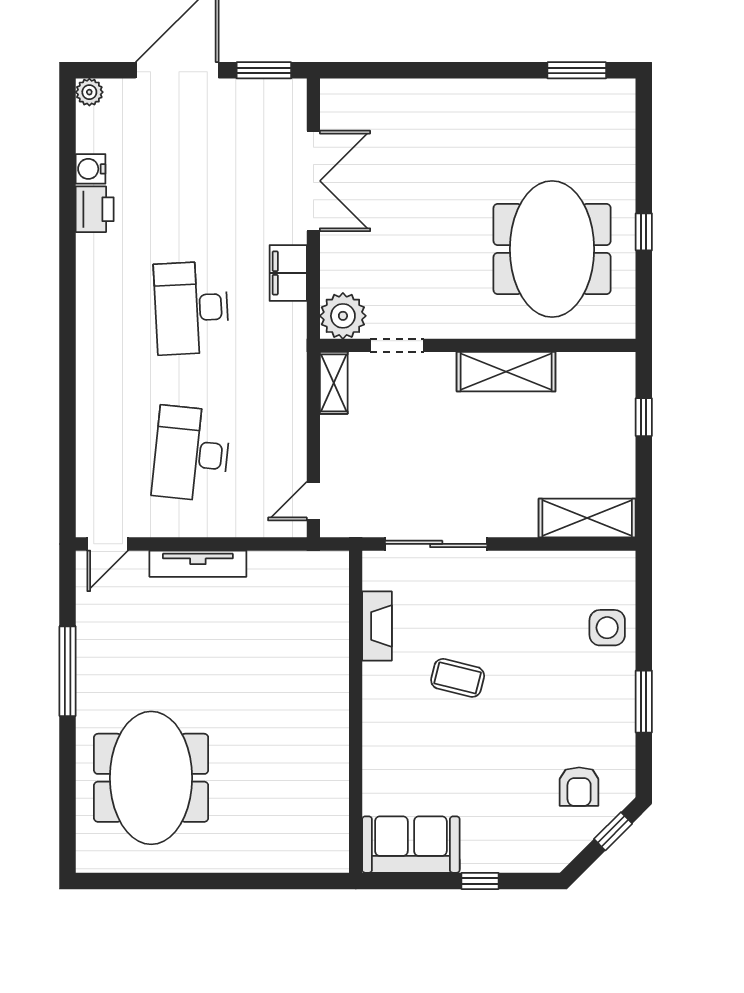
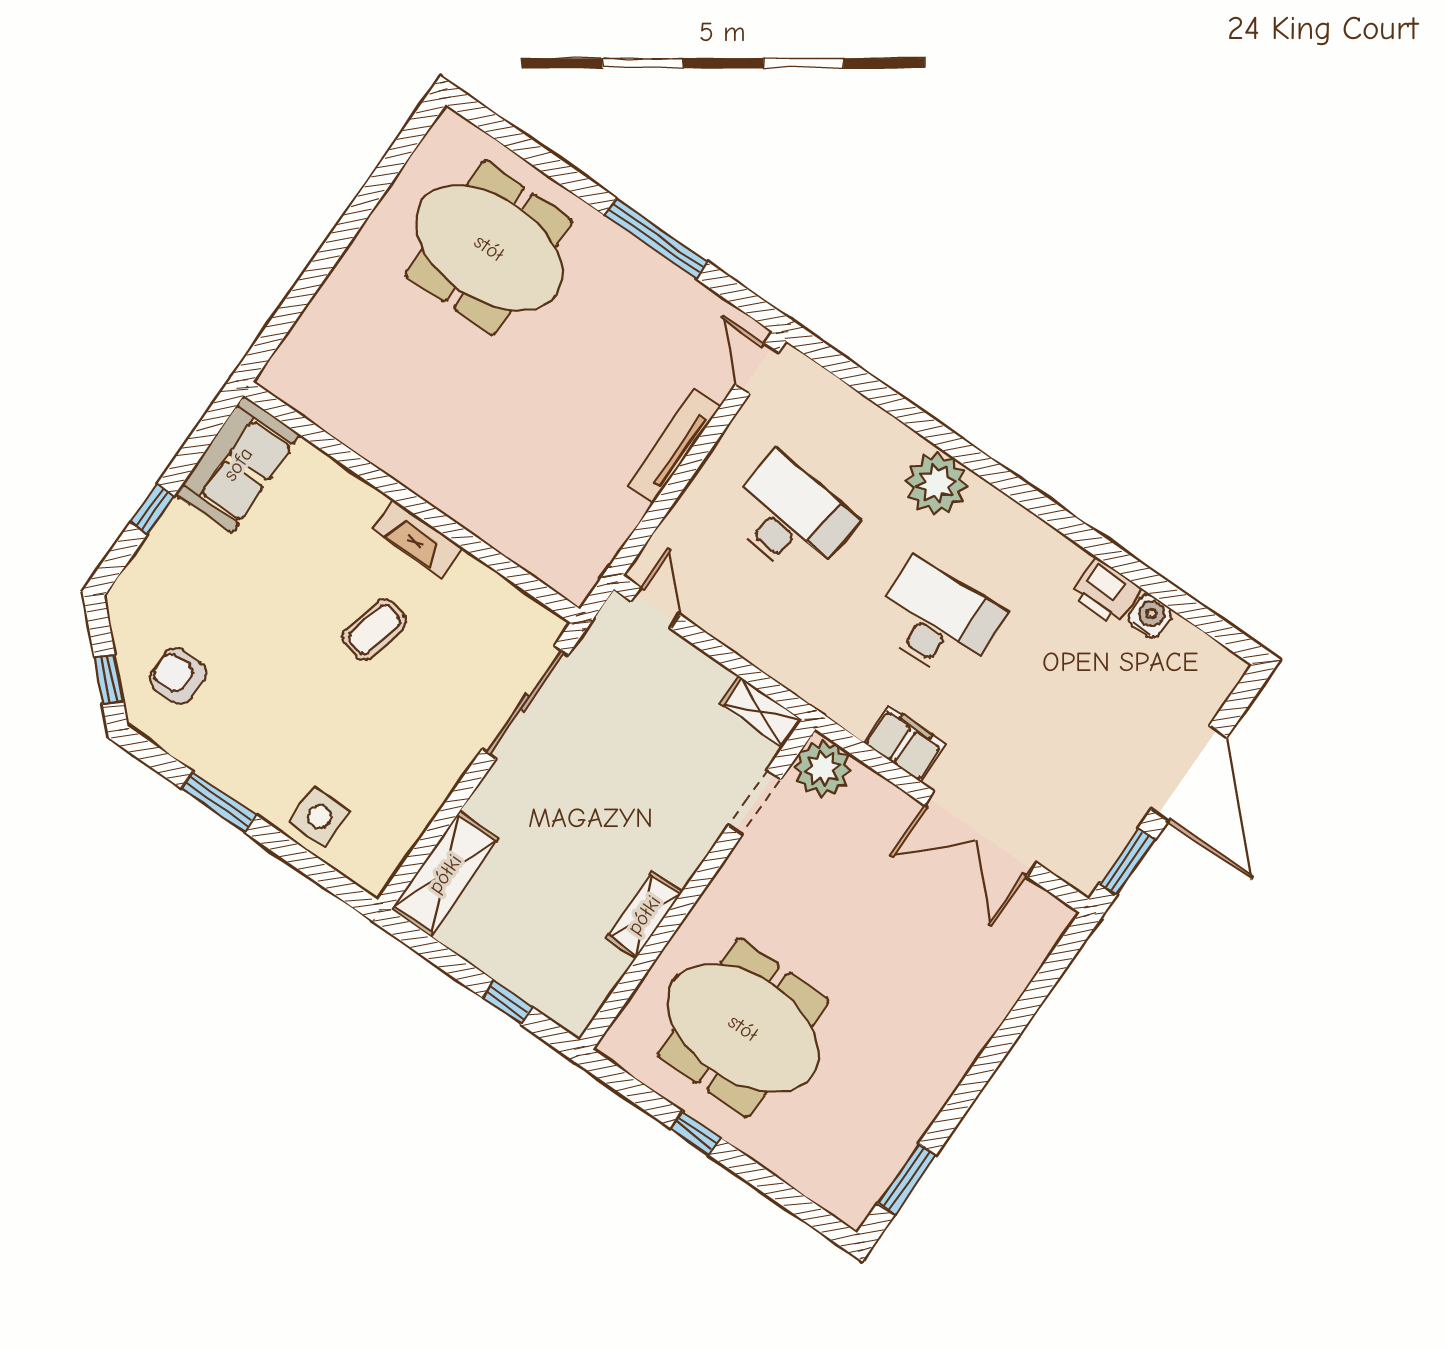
plant: (89, 92) -> (936, 484), moved, width x1.87, depth x1.87
shelving: (506, 372) -> (644, 915), width x0.67, depth x0.75
fireplace: (377, 626) -> (418, 538), moved

